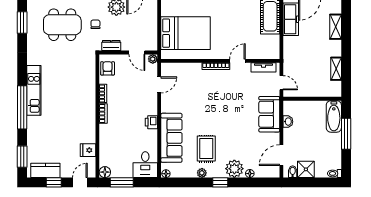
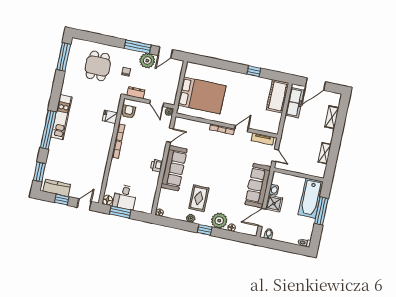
window: (22, 23) -> (64, 57), width x1.44
dining table: (62, 25) -> (98, 66), width x0.73
sofa: (269, 114) -> (258, 186), width x1.36
bathtub: (334, 116) -> (311, 198), width x1.36, depth x1.36
sofa: (171, 138) -> (174, 168), moved
fridge: (88, 150) -> (110, 117), moved
desk: (145, 165) -> (125, 197), moved
shower: (306, 169) -> (274, 203), moved

